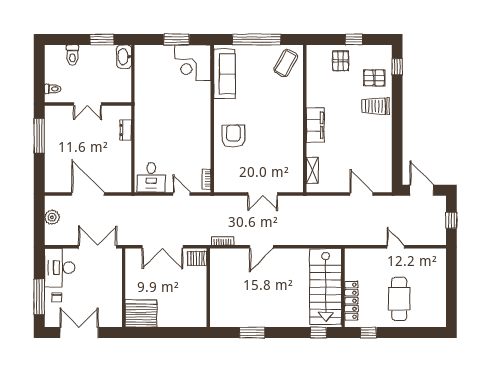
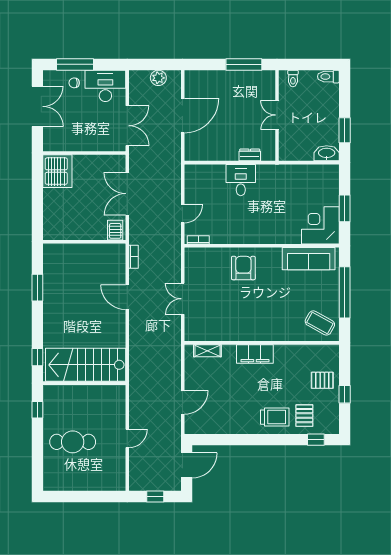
toilet: (72, 55) -> (328, 77), moved
trolley: (376, 106) -> (275, 417), turned 90
armchair: (233, 136) -> (243, 268), turned -90
desk: (151, 177) -> (241, 180), moved, turned 90
locker: (351, 301) -> (71, 392), removed

